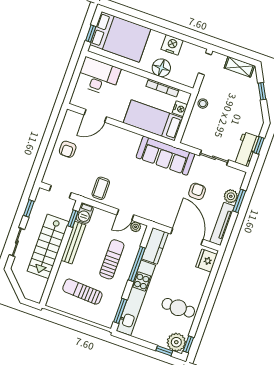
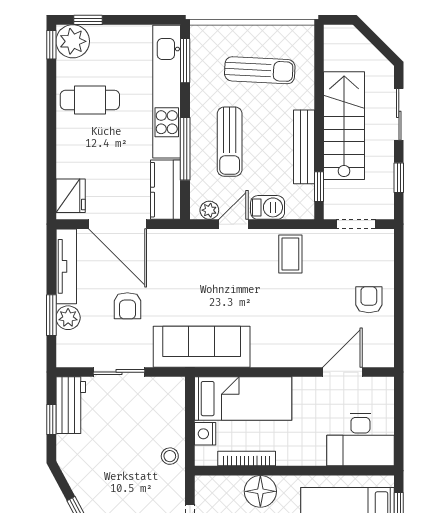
barbecue: (85, 213) -> (268, 207), moved, turned 90

